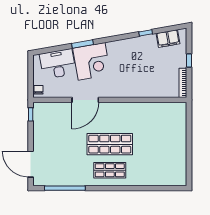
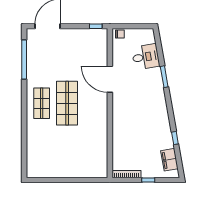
corner desk: (92, 61) -> (147, 85), removed
desk: (58, 64) -> (146, 57), width x0.73

